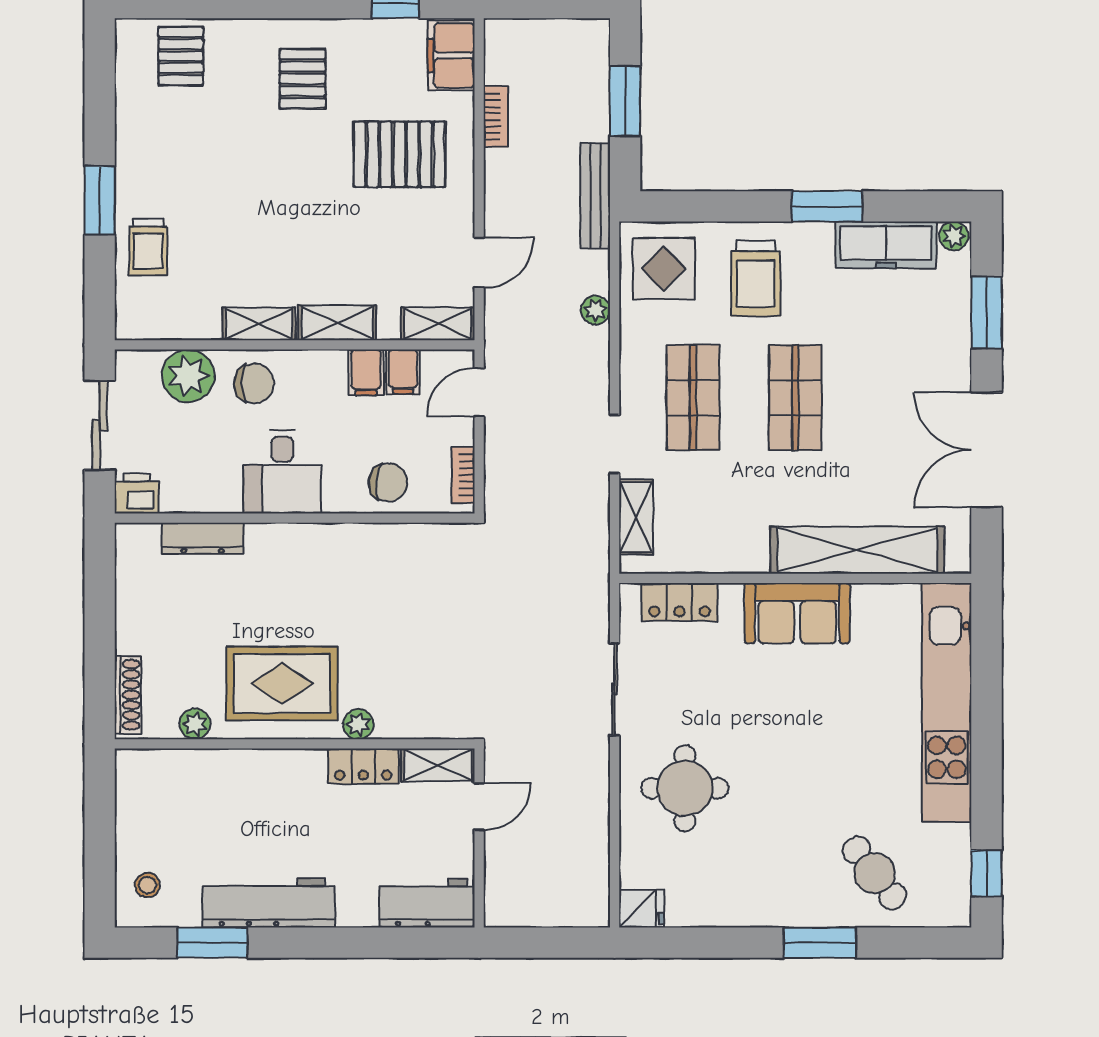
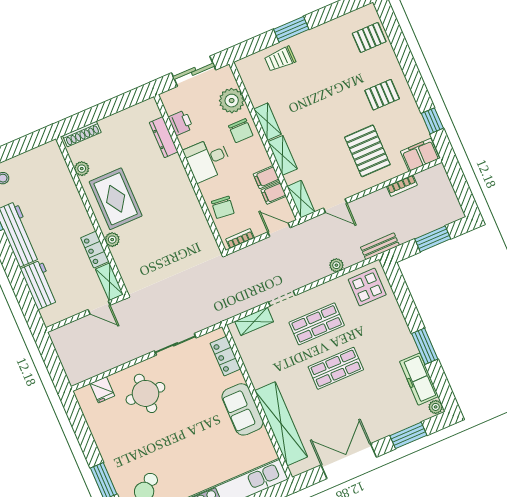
bench: (595, 196) -> (380, 246), width x0.73
trolley: (756, 278) -> (380, 329), removed
printer: (137, 494) -> (181, 123), moved
workbench: (427, 903) -> (40, 285), moved
fridge: (642, 909) -> (102, 390), moved

